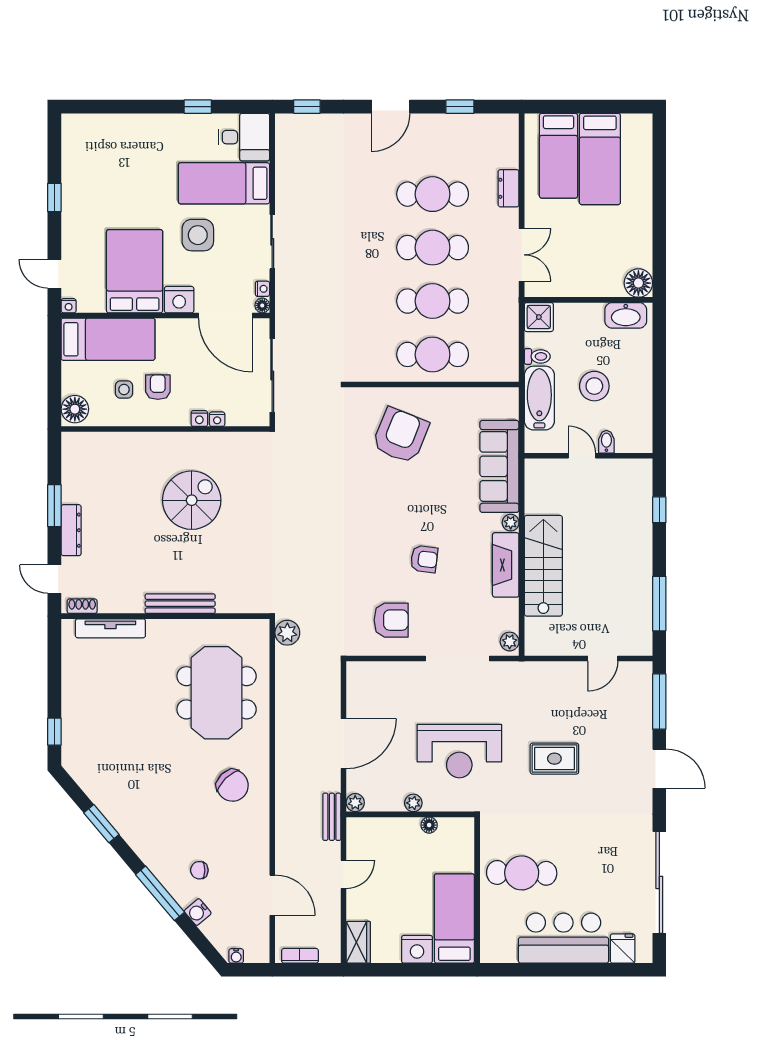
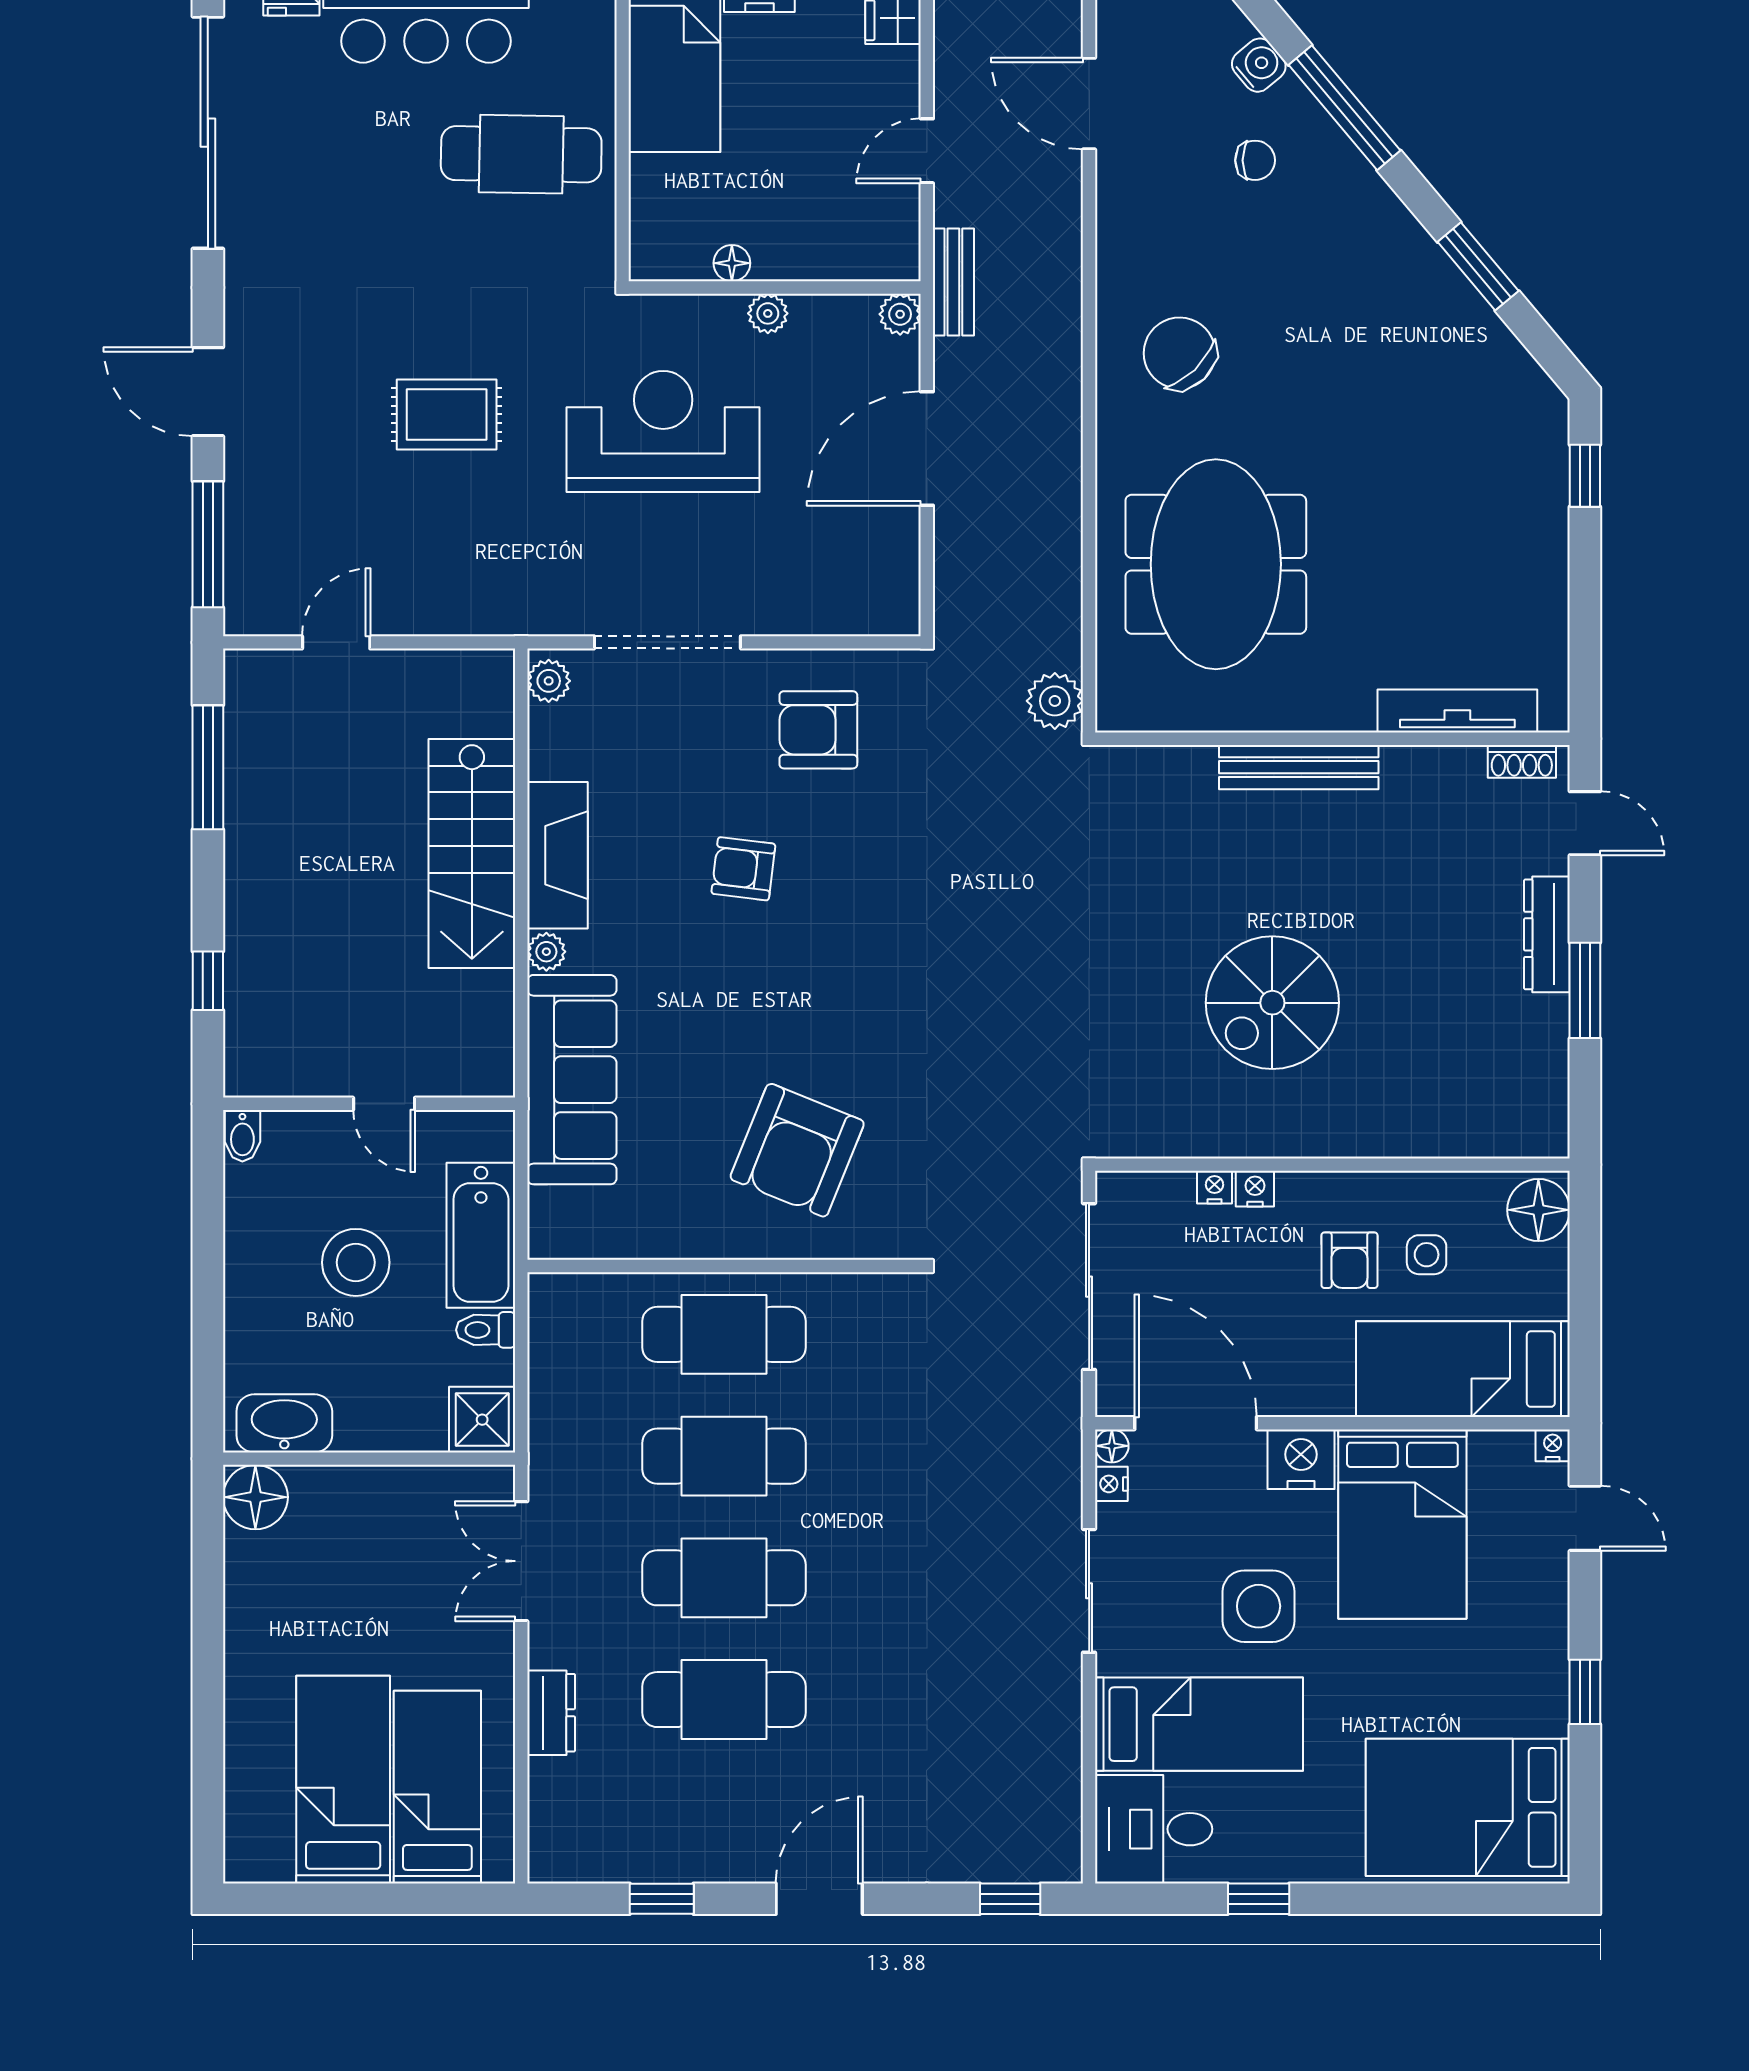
bed: (106, 147) -> (1468, 1807), added
bidet: (606, 442) -> (242, 1136), moved

